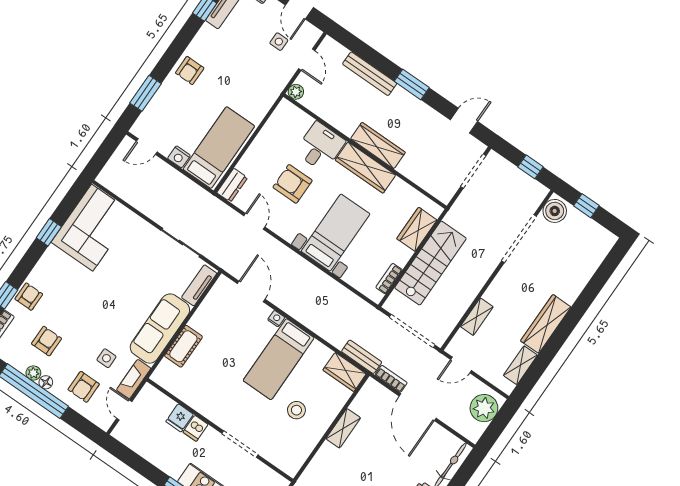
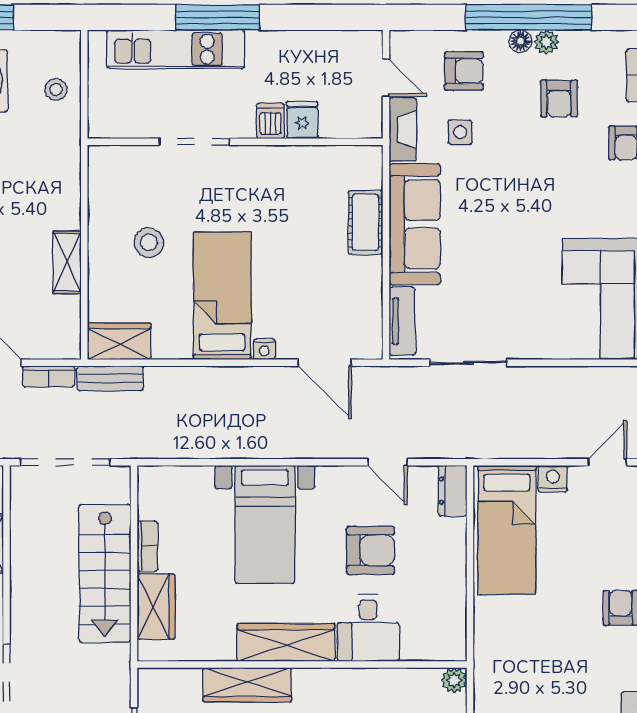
wardrobe: (378, 146) -> (247, 685), moved
bookcase: (389, 279) -> (147, 546), moved
armchair: (84, 387) -> (464, 71), turned 90

